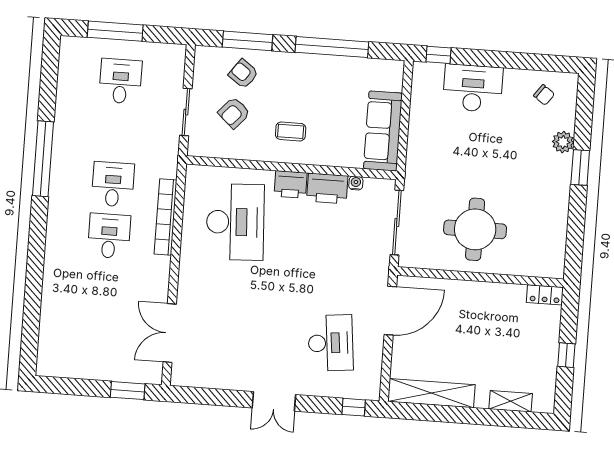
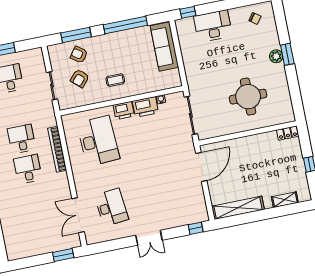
sofa: (383, 131) -> (164, 47), moved
plant: (563, 142) -> (276, 56), moved
round table: (475, 229) -> (248, 97), moved
desk: (331, 343) -> (111, 207), moved

